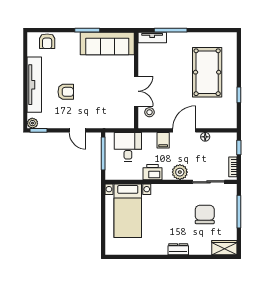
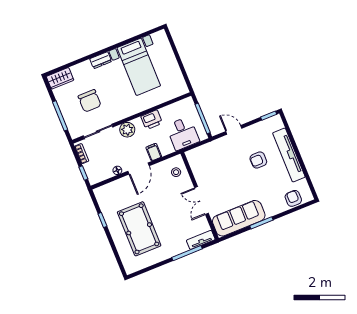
double door: (136, 91) -> (202, 200), moved
plant: (32, 123) -> (277, 120), removed
bed with nightstands: (128, 211) -> (139, 67), moved, turned 180

